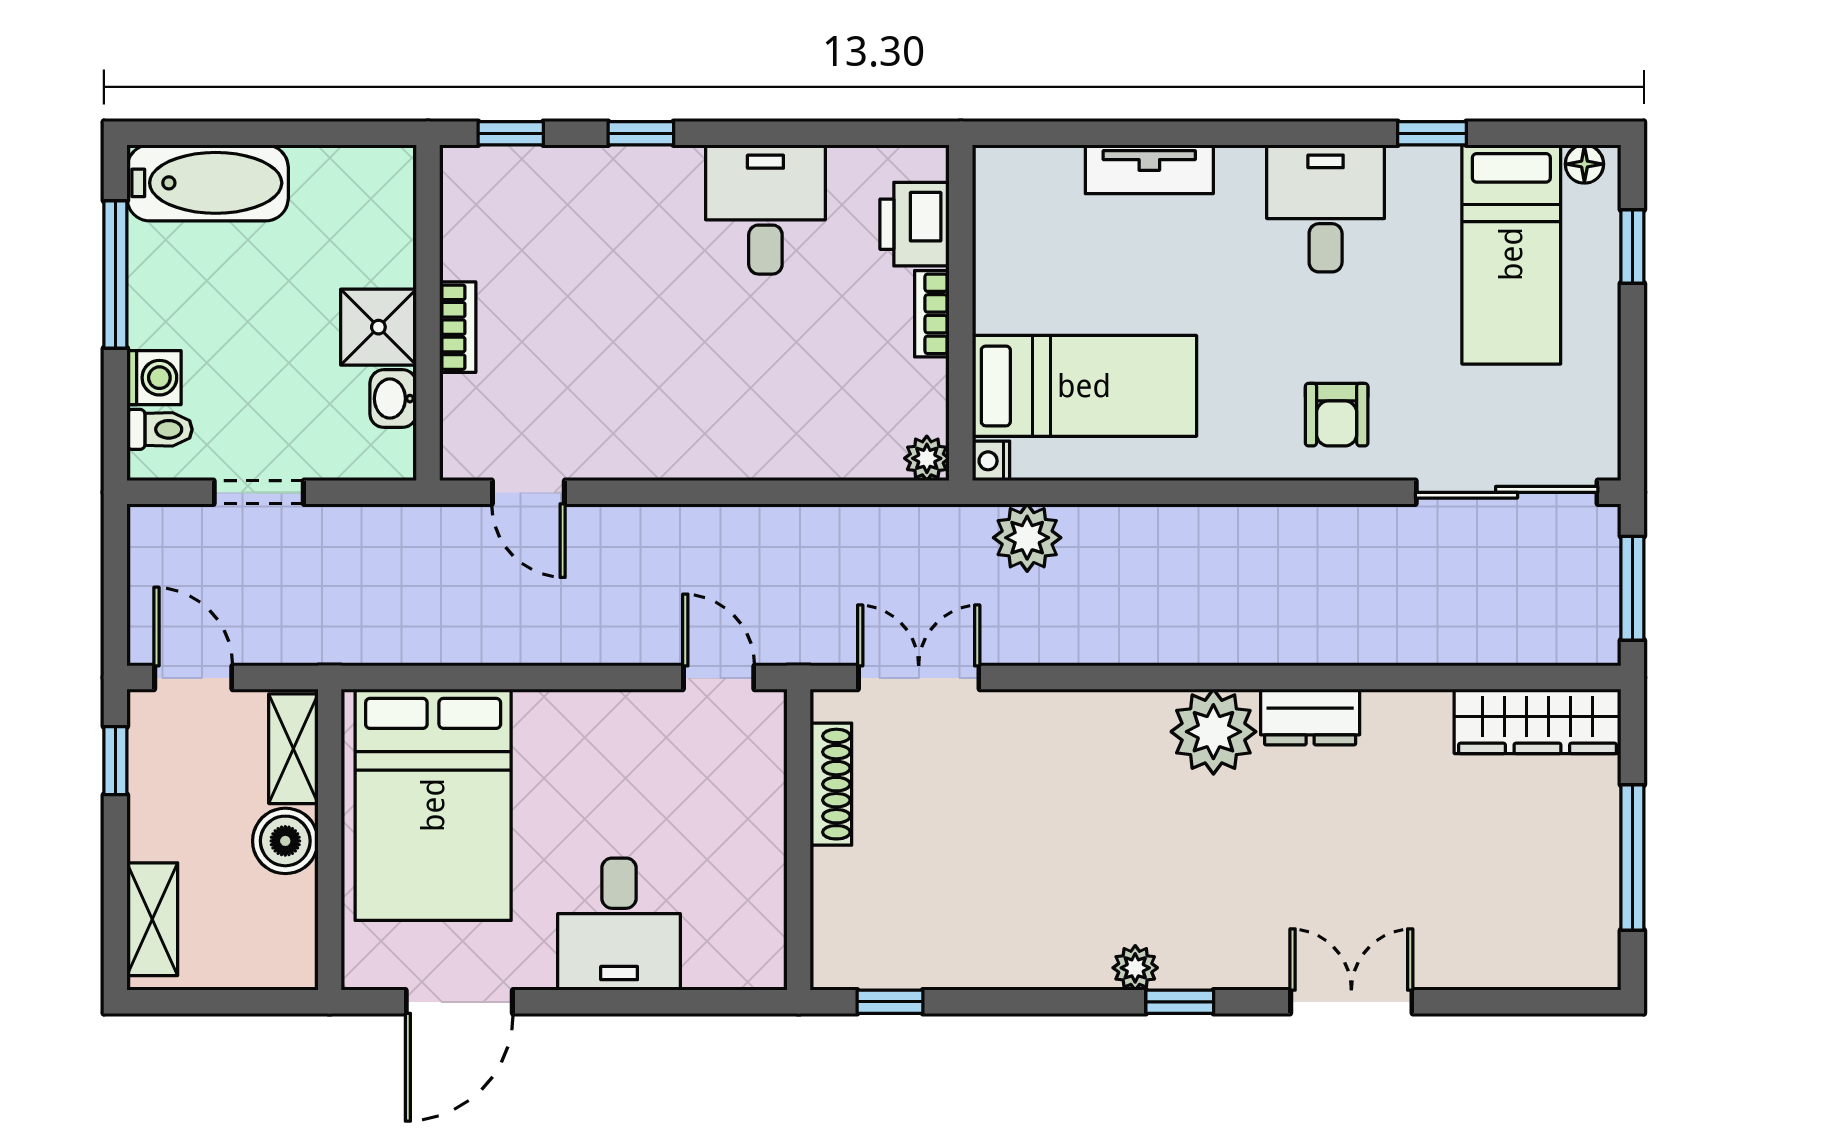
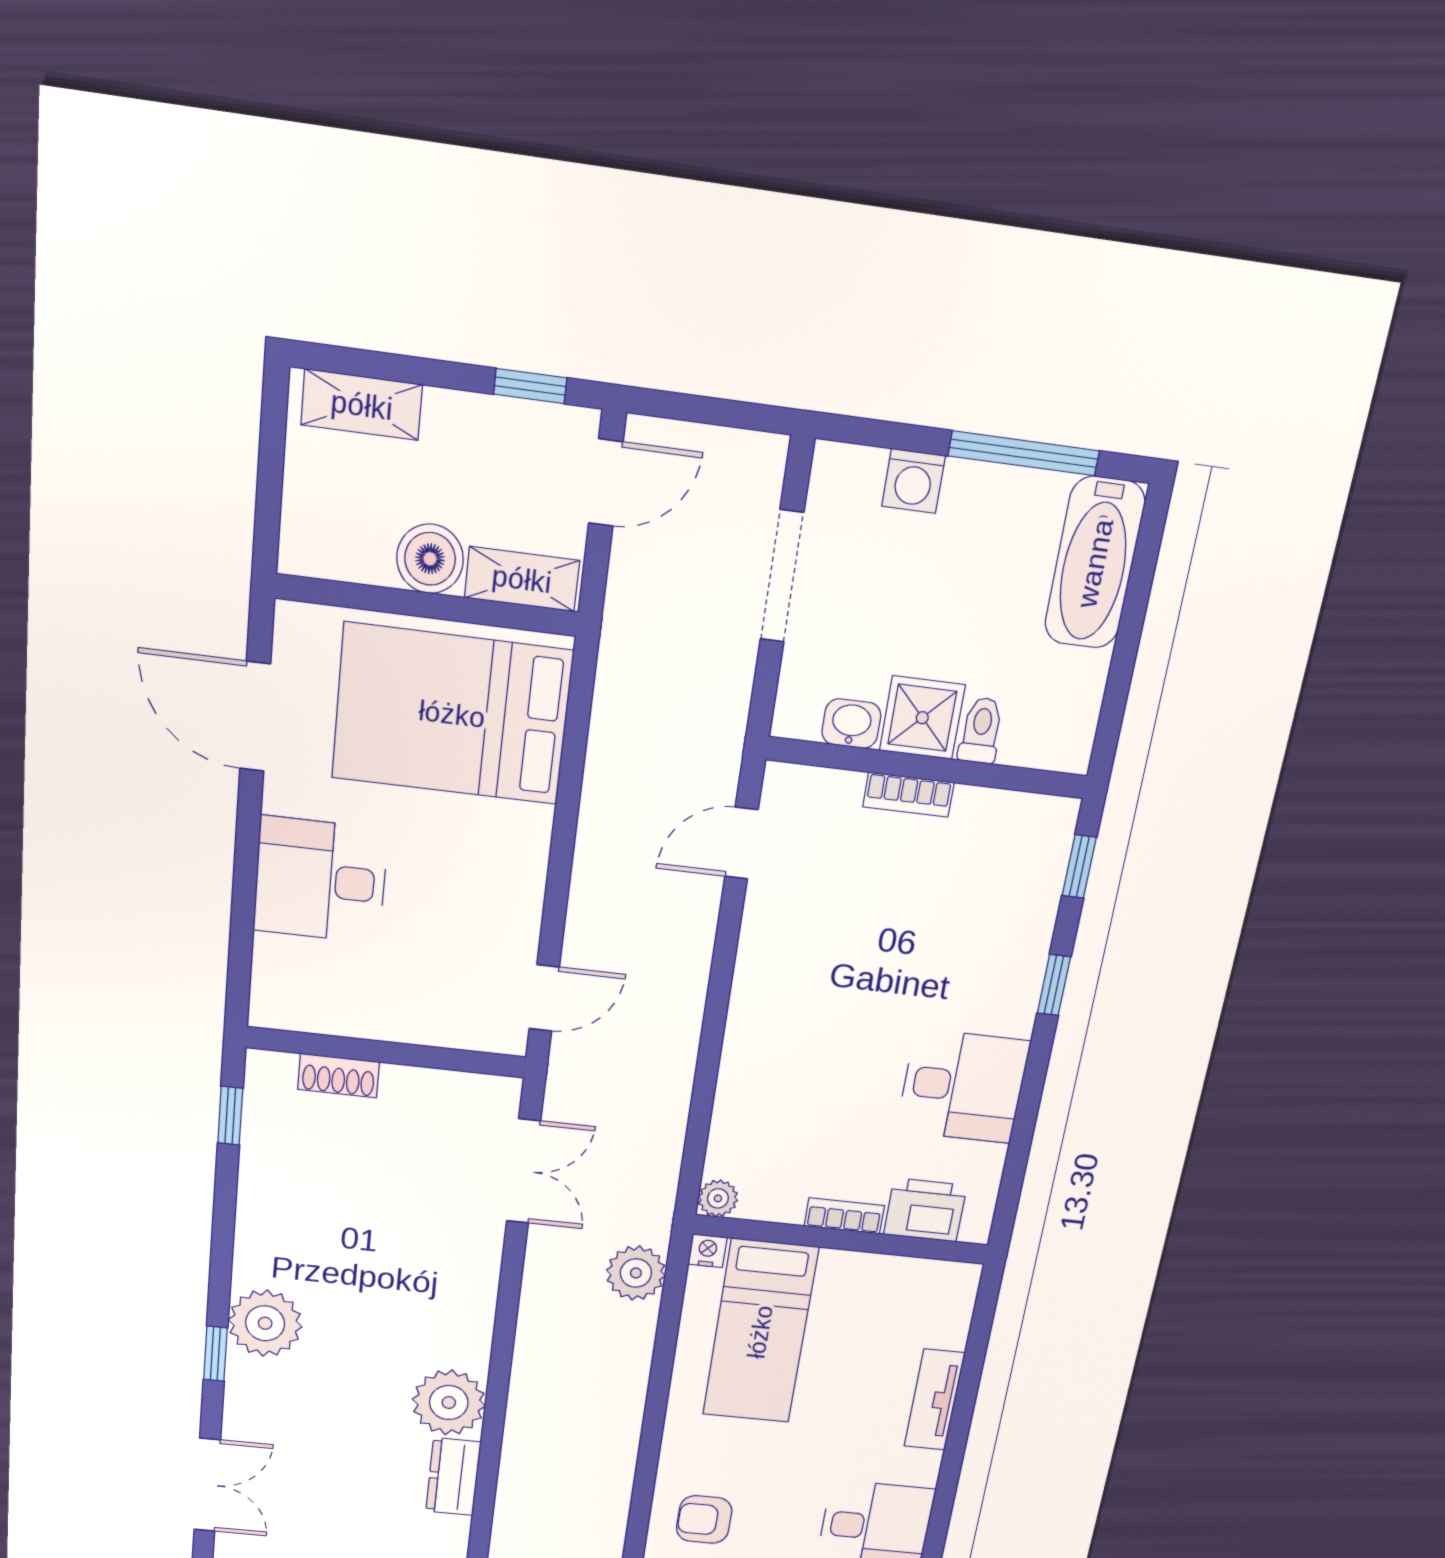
toilet: (160, 429) -> (981, 730), moved, turned 180
doorway: (259, 492) -> (782, 576), width x1.38
shoe rack: (831, 784) -> (339, 1076), moved, width x0.70
plant: (1135, 968) -> (265, 1323), width x1.88, depth x1.88

